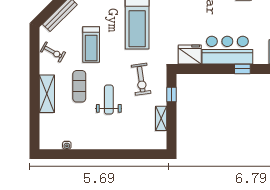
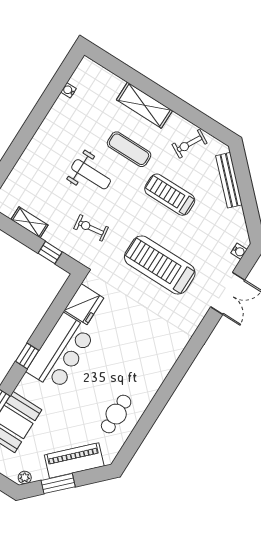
exercise bike: (141, 79) -> (91, 228), width x0.73, depth x0.72

